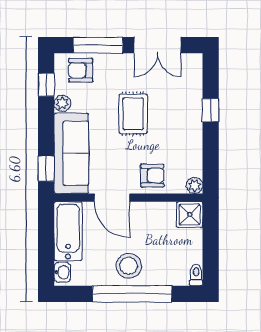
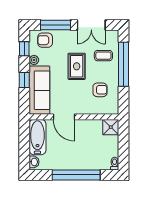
coffee table: (177, 96) -> (103, 56), added
window: (211, 110) -> (123, 64), width x3.17
window: (46, 169) -> (24, 80), moved
armchair: (152, 176) -> (100, 90), moved
plant: (195, 185) -> (114, 110), removed
stool: (129, 266) -> (74, 158), removed

